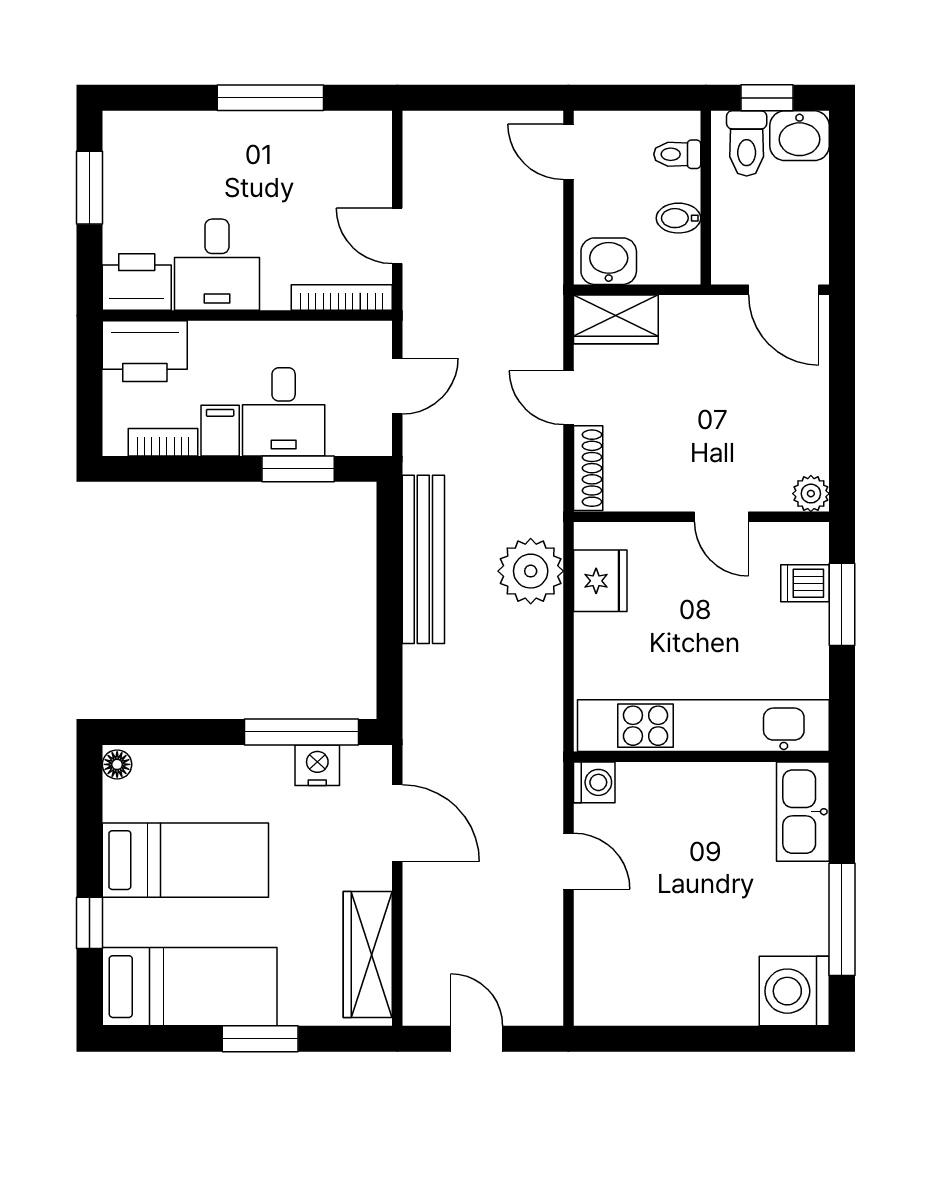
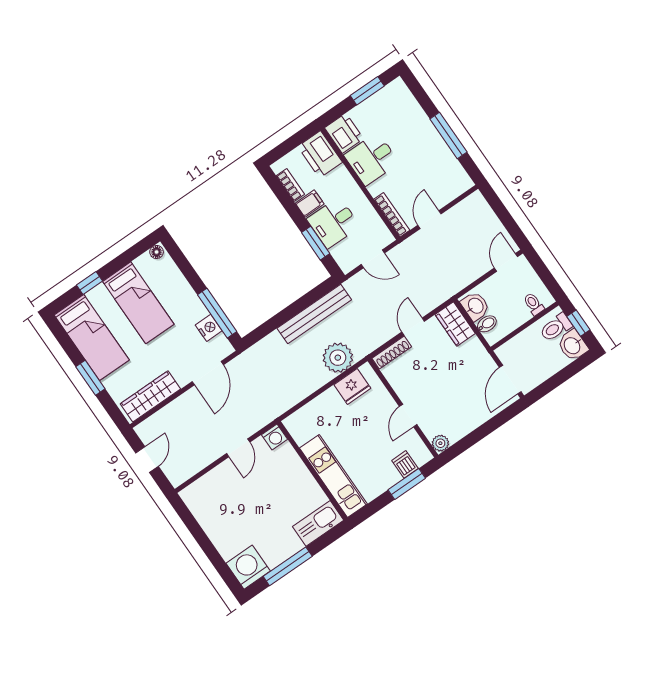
bidet: (678, 218) -> (487, 324), moved, turned 90
kitchen unit: (703, 726) -> (333, 476), width x0.73

